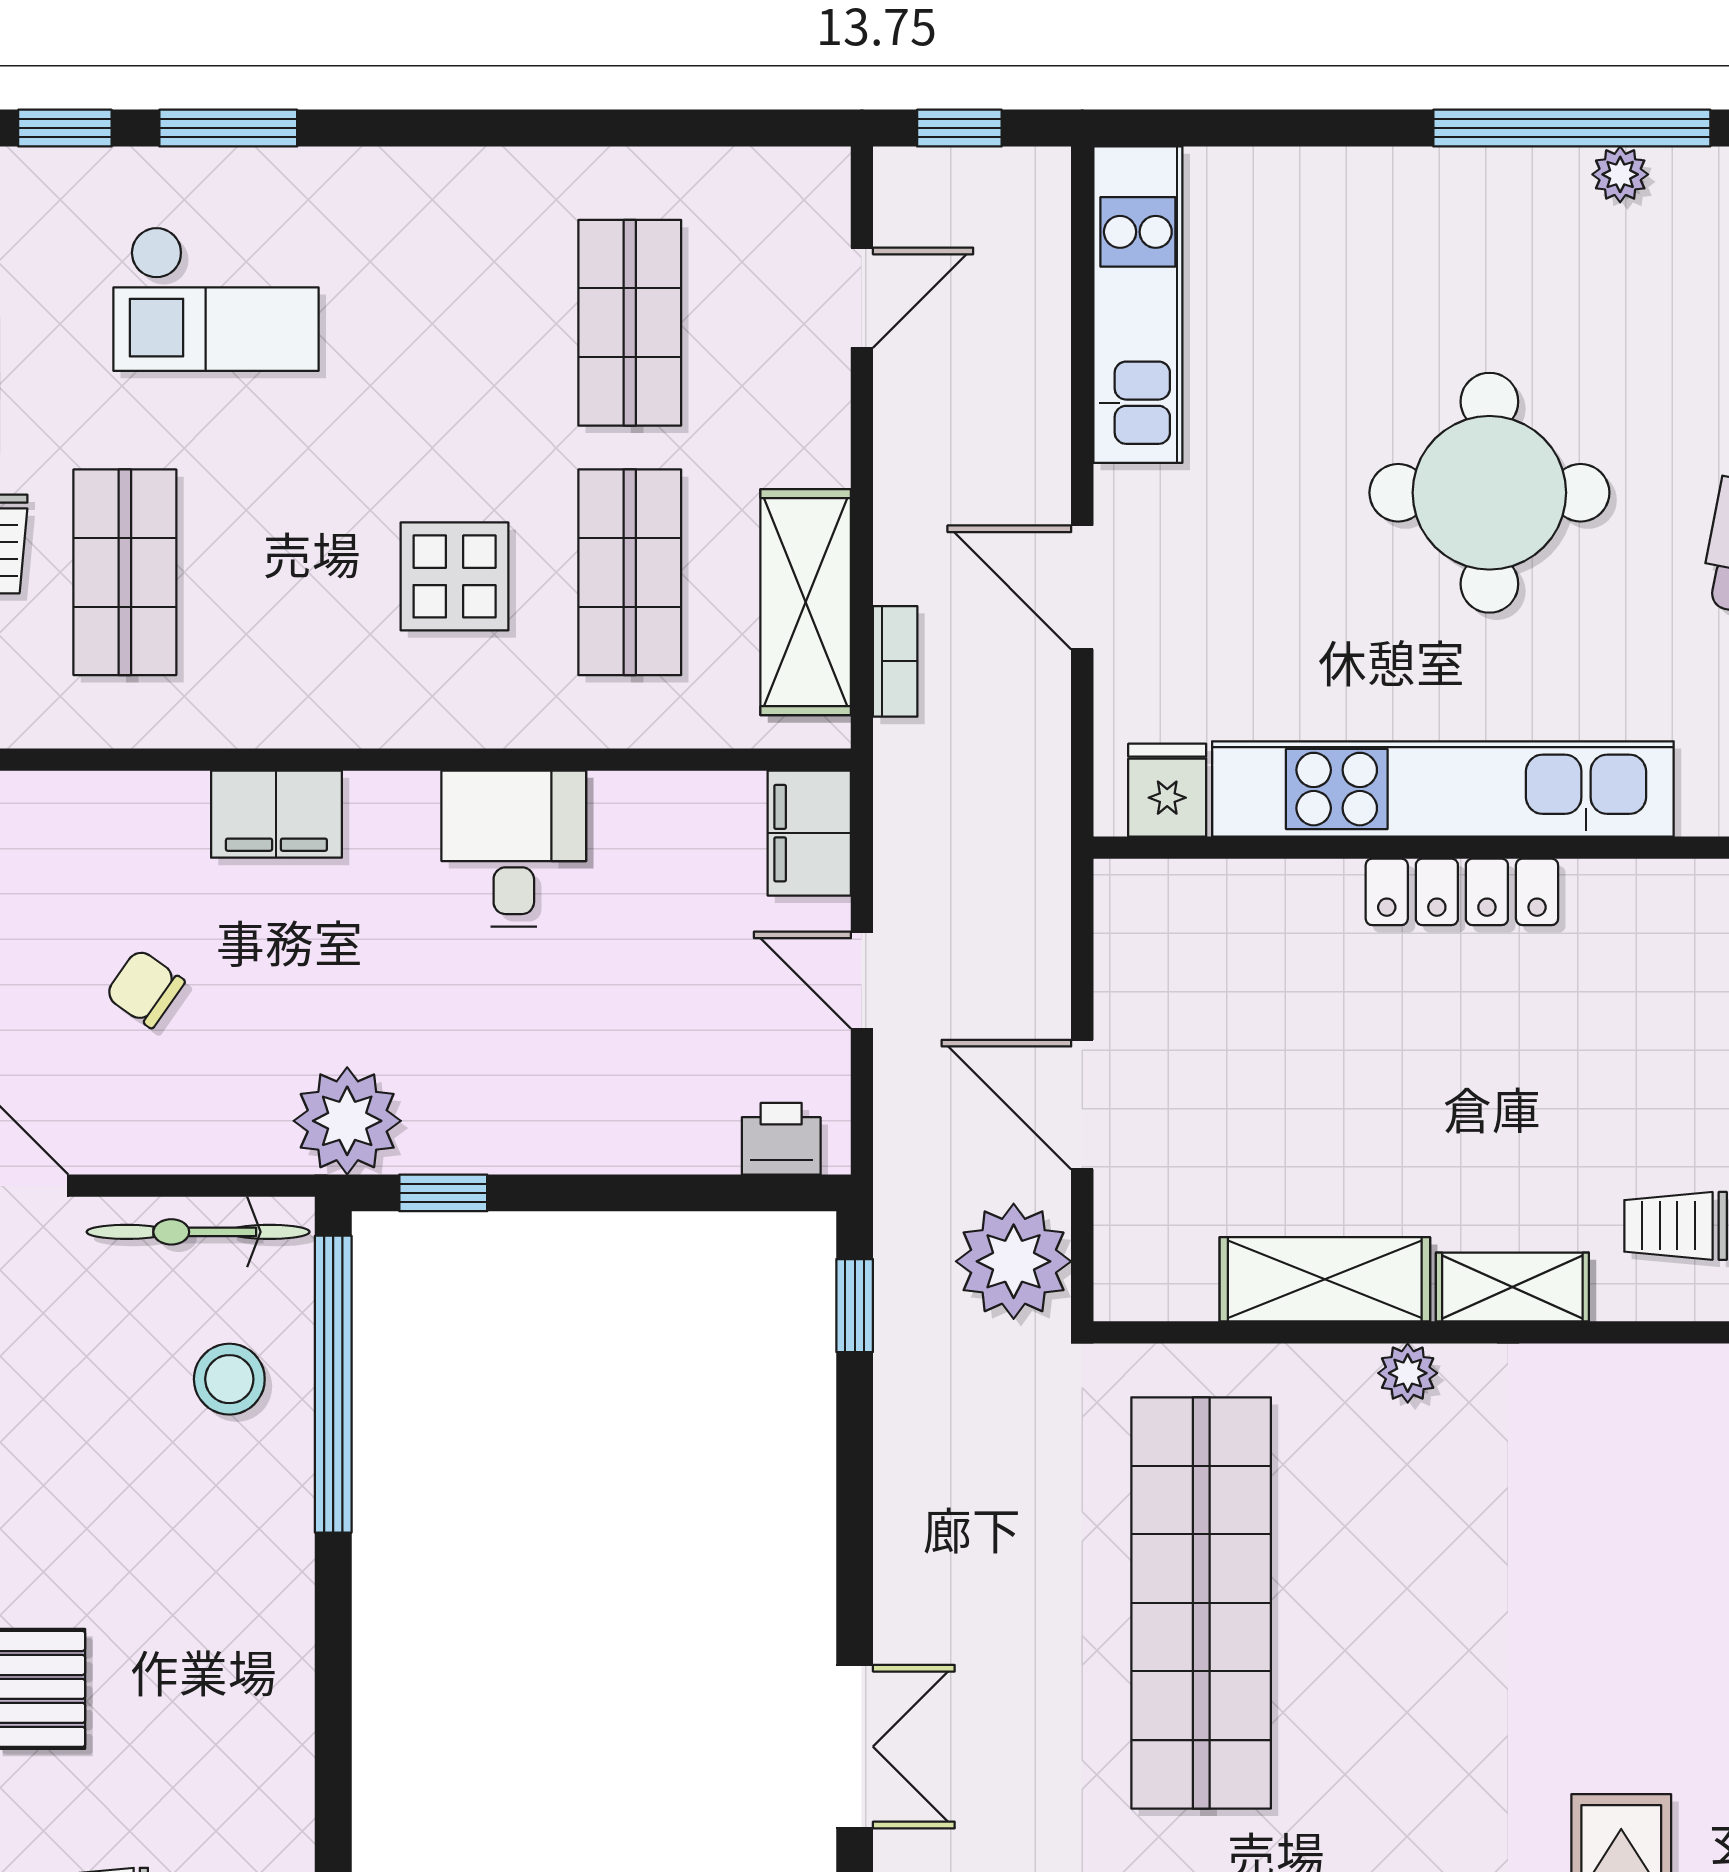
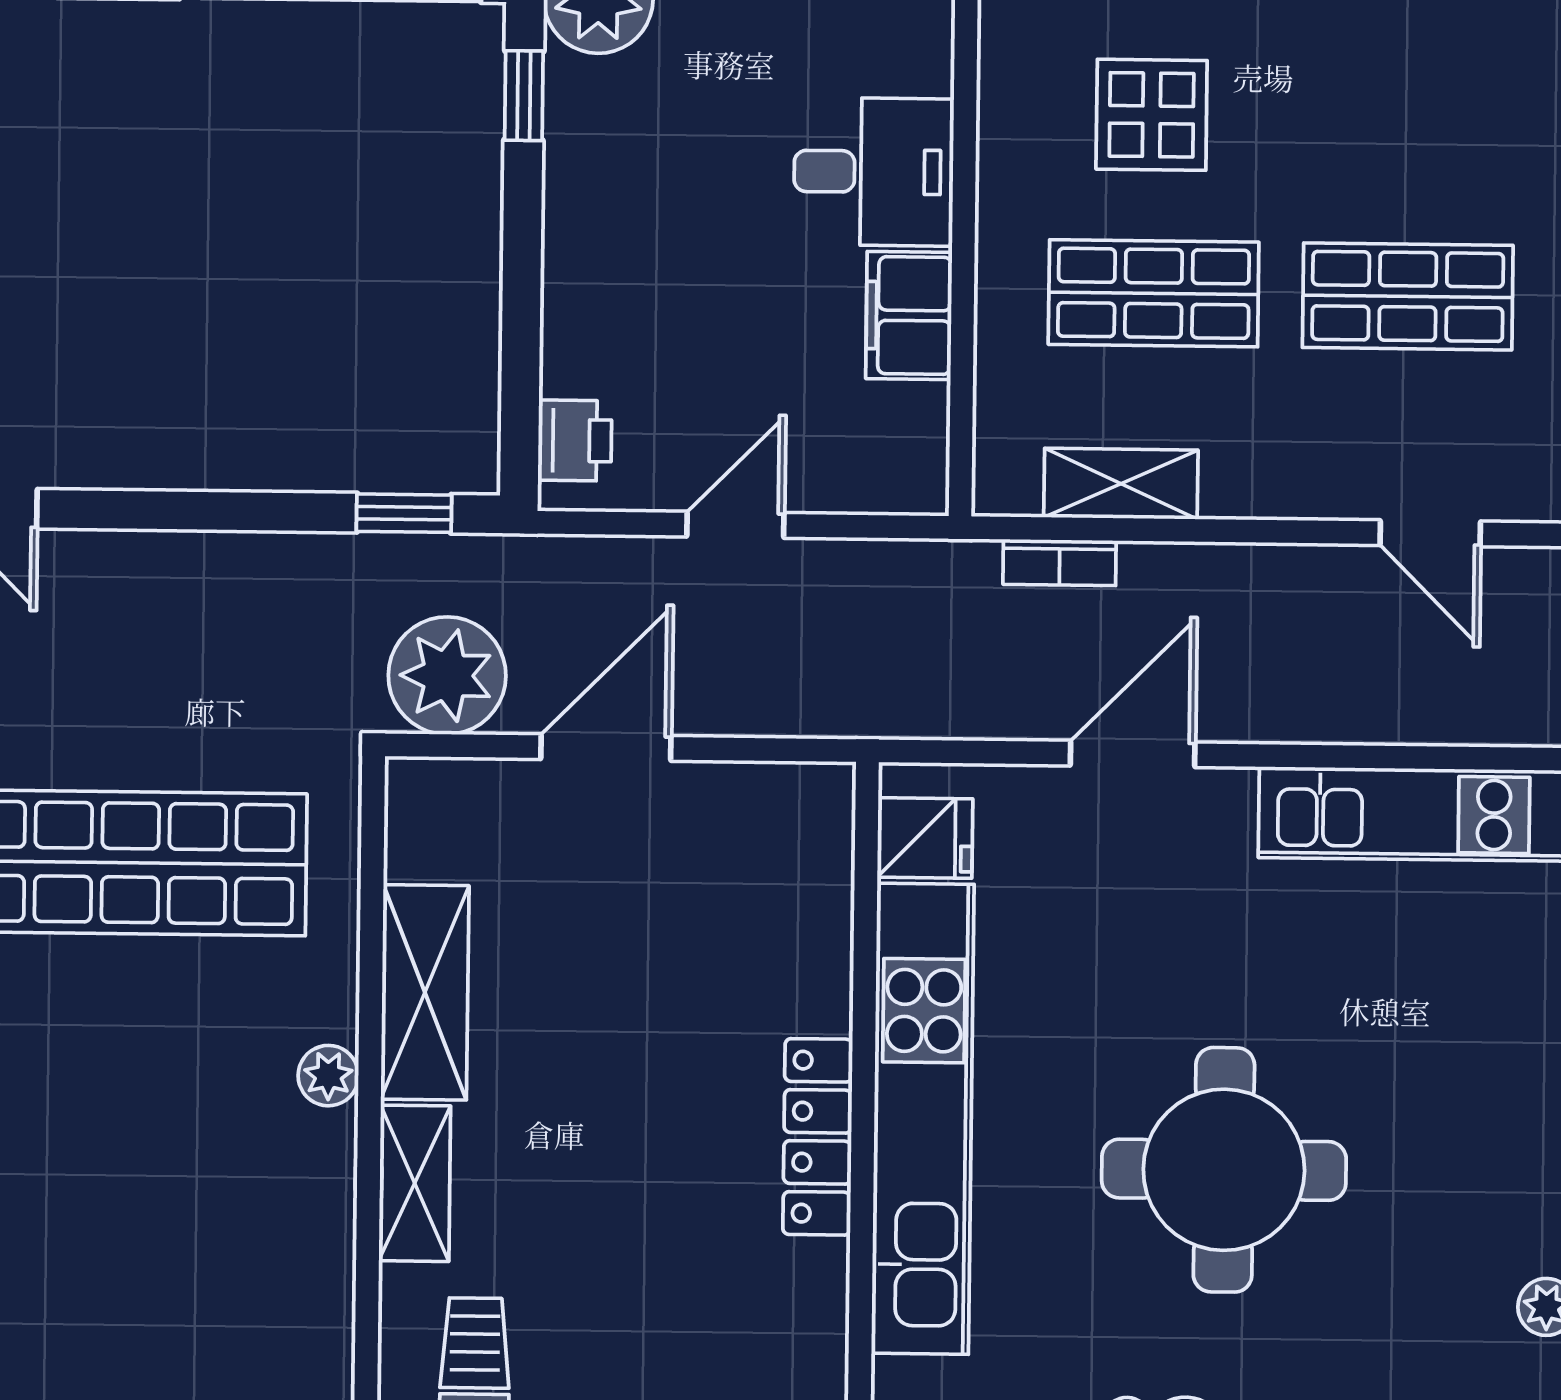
shelving: (806, 602) -> (1121, 484), width x0.67, depth x0.75
filing cabinet: (809, 833) -> (909, 315), moved, turned -90

